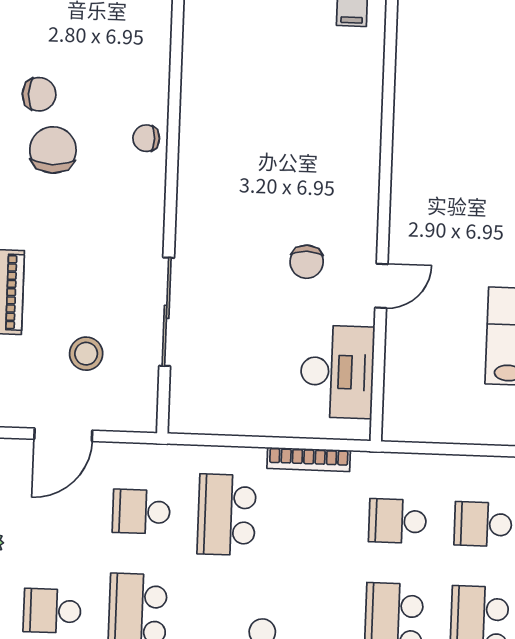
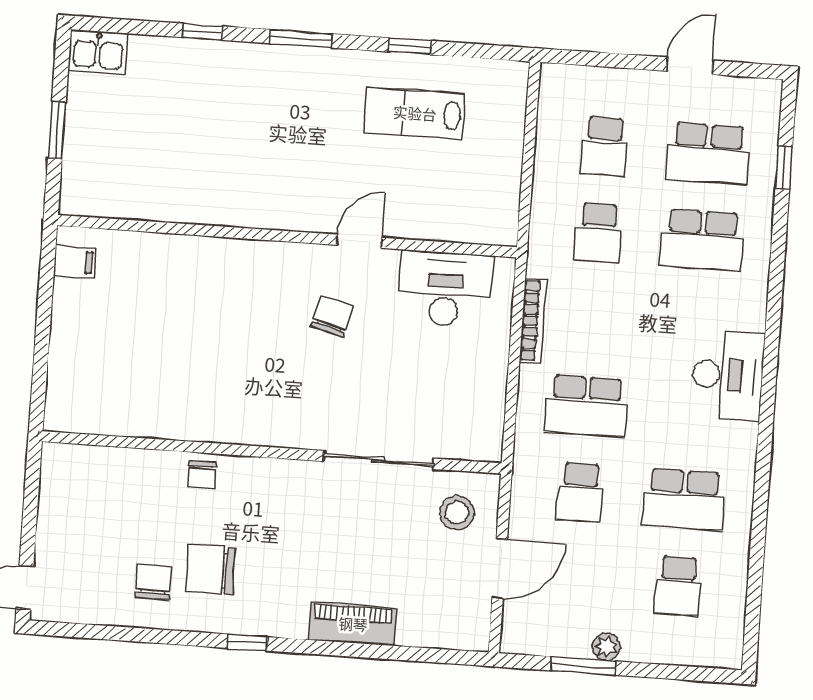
chair: (307, 262) -> (332, 316), turned -75
door: (381, 286) -> (359, 241), hinge flipped
stool: (86, 354) -> (457, 513), moved
door: (63, 435) -> (500, 569), hinge flipped

